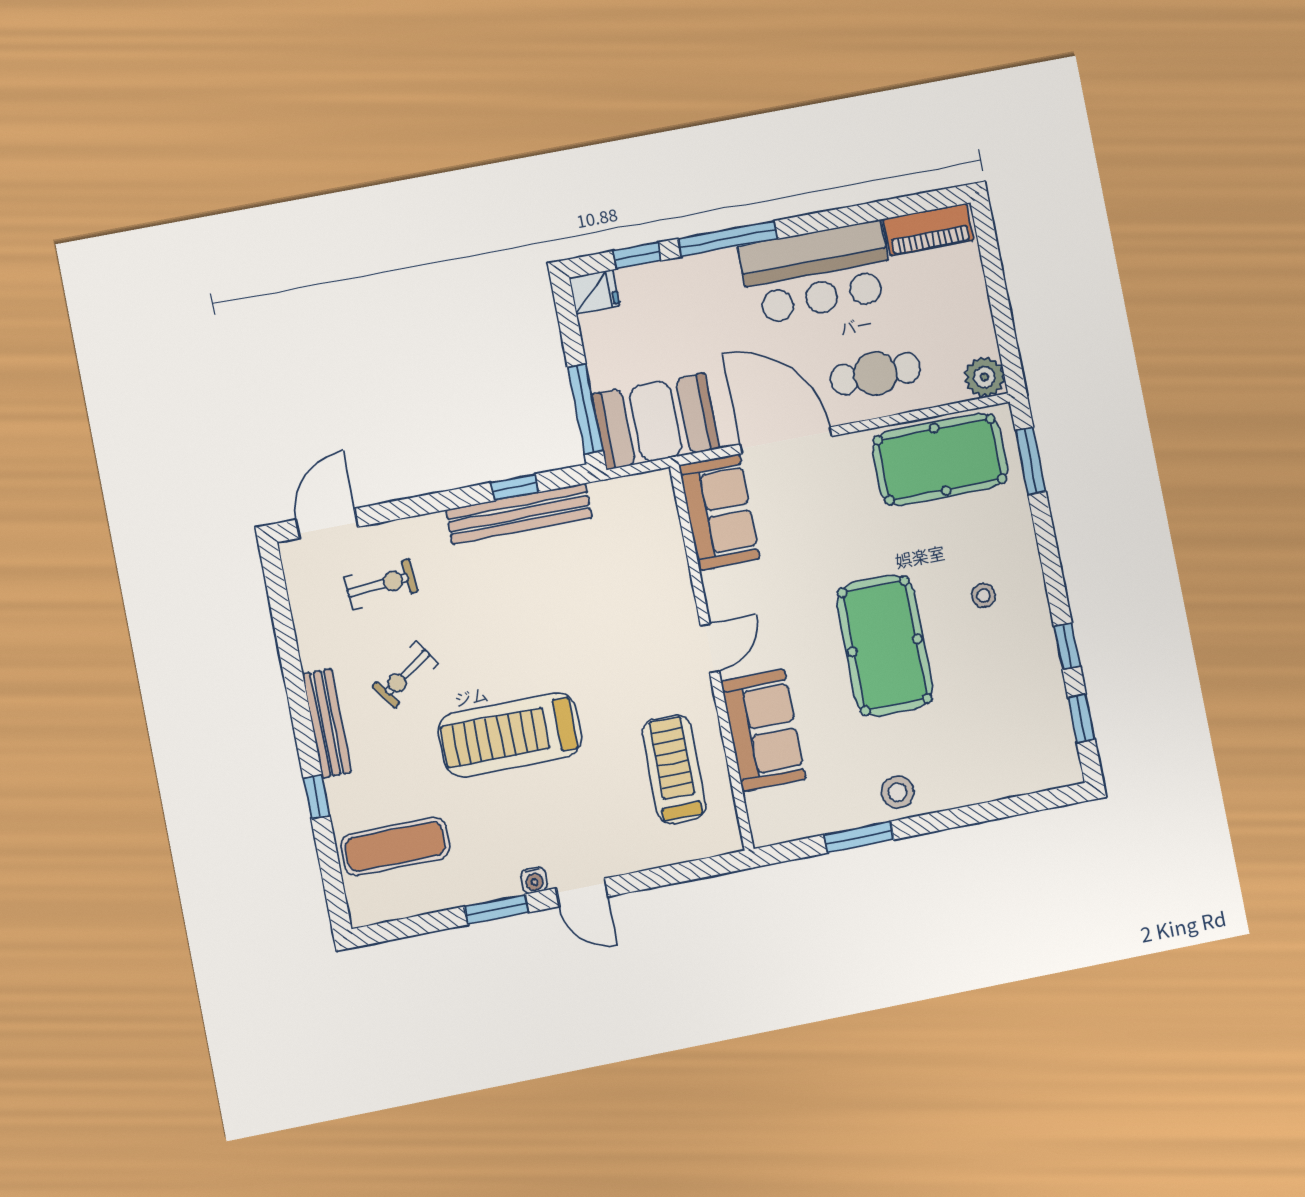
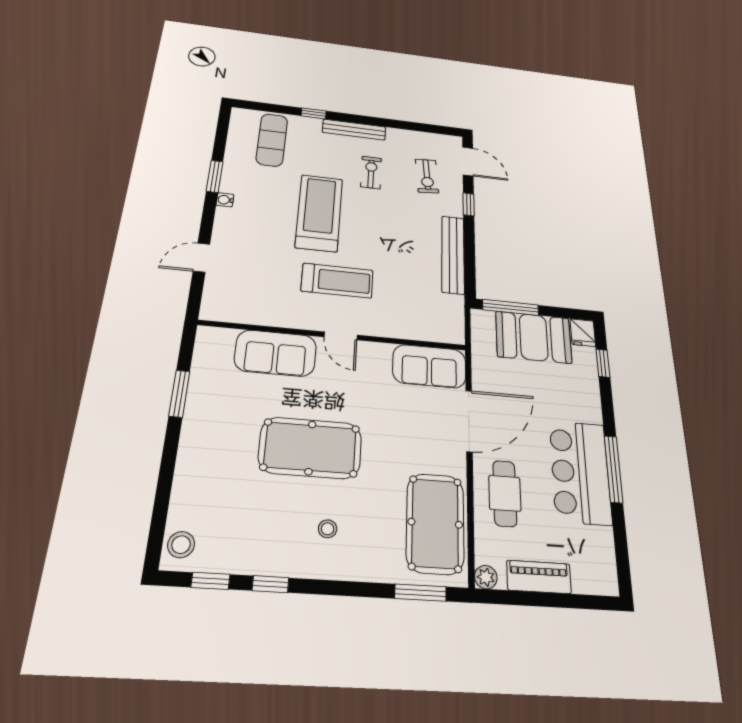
piano: (928, 230) -> (539, 577), moved, turned 90
window: (728, 239) -> (613, 469), moved
plant: (984, 377) -> (486, 577), width x0.73, depth x0.73
booth: (656, 421) -> (534, 337), moved, turned 90
window: (514, 487) -> (469, 204), moved
exercise bike: (405, 675) -> (371, 172), turned 35
treadmill: (674, 769) -> (337, 281), moved
stool: (898, 792) -> (181, 545), moved
door: (582, 892) -> (201, 258), moved

